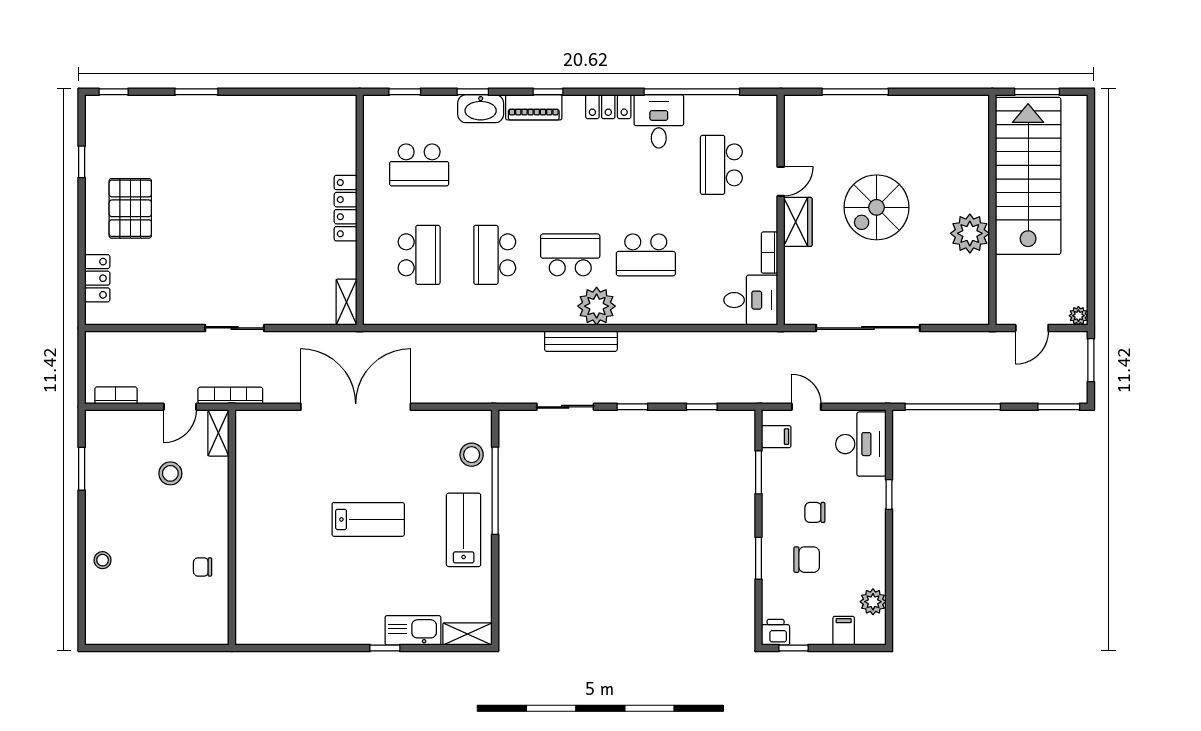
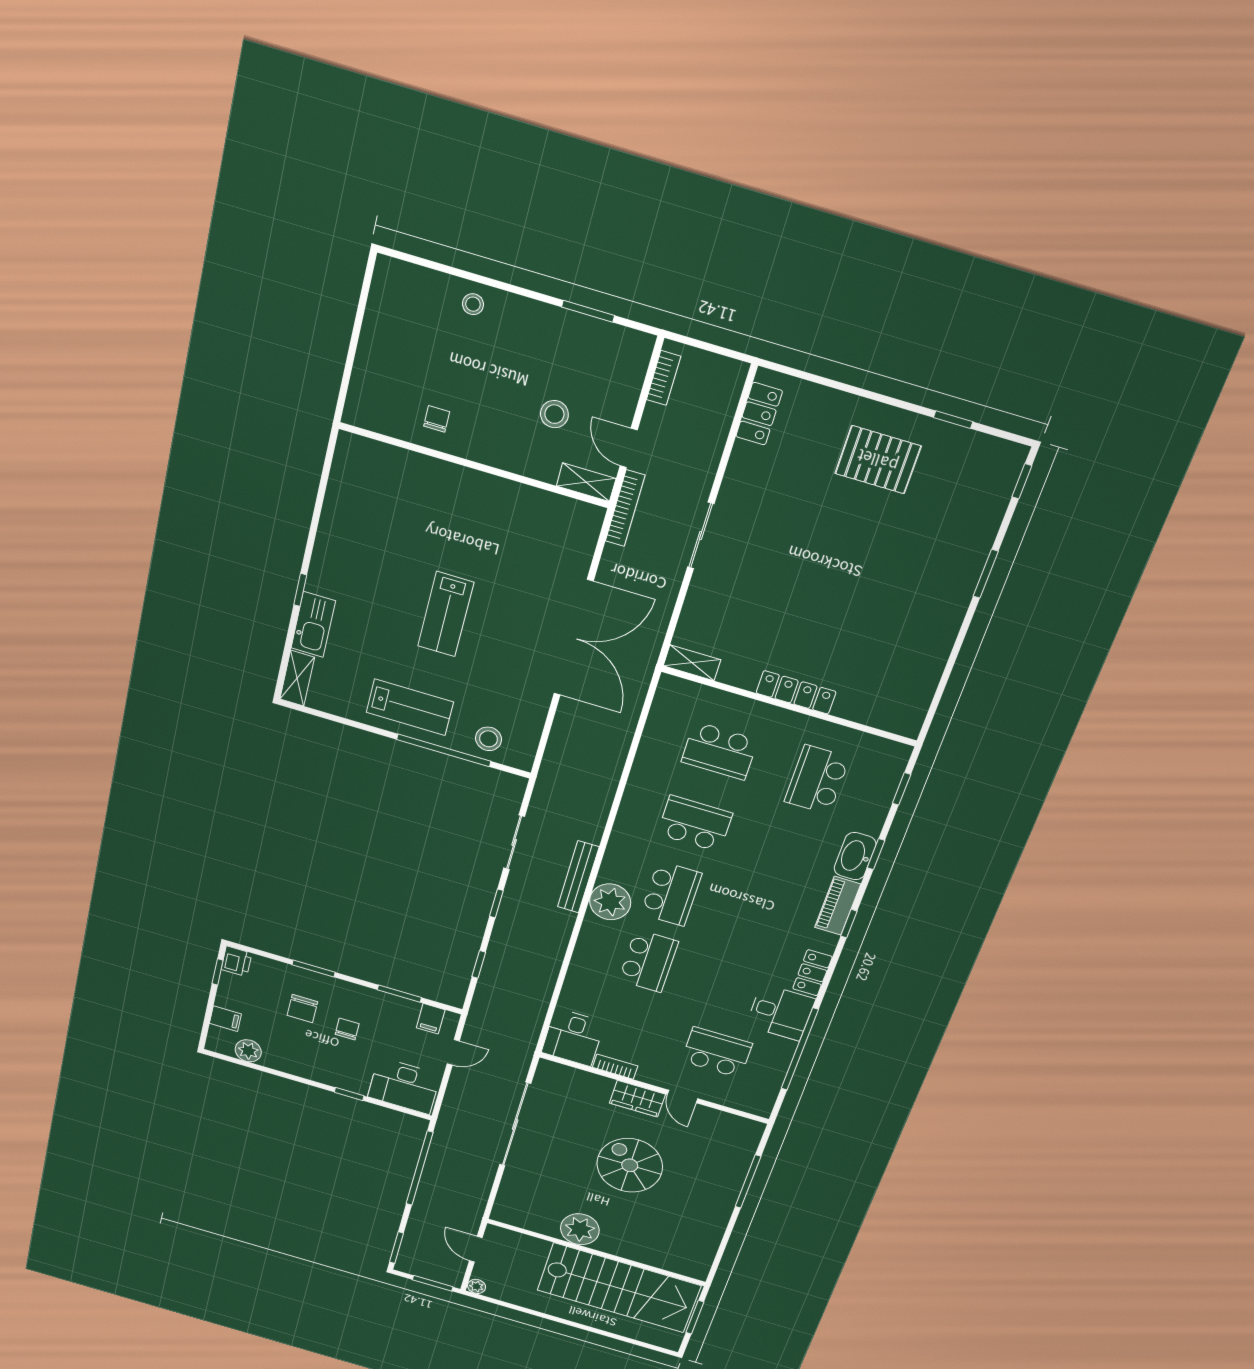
school desk: (646, 255) -> (648, 961), turned 180
locker: (97, 278) -> (759, 414), moved, turned -90

